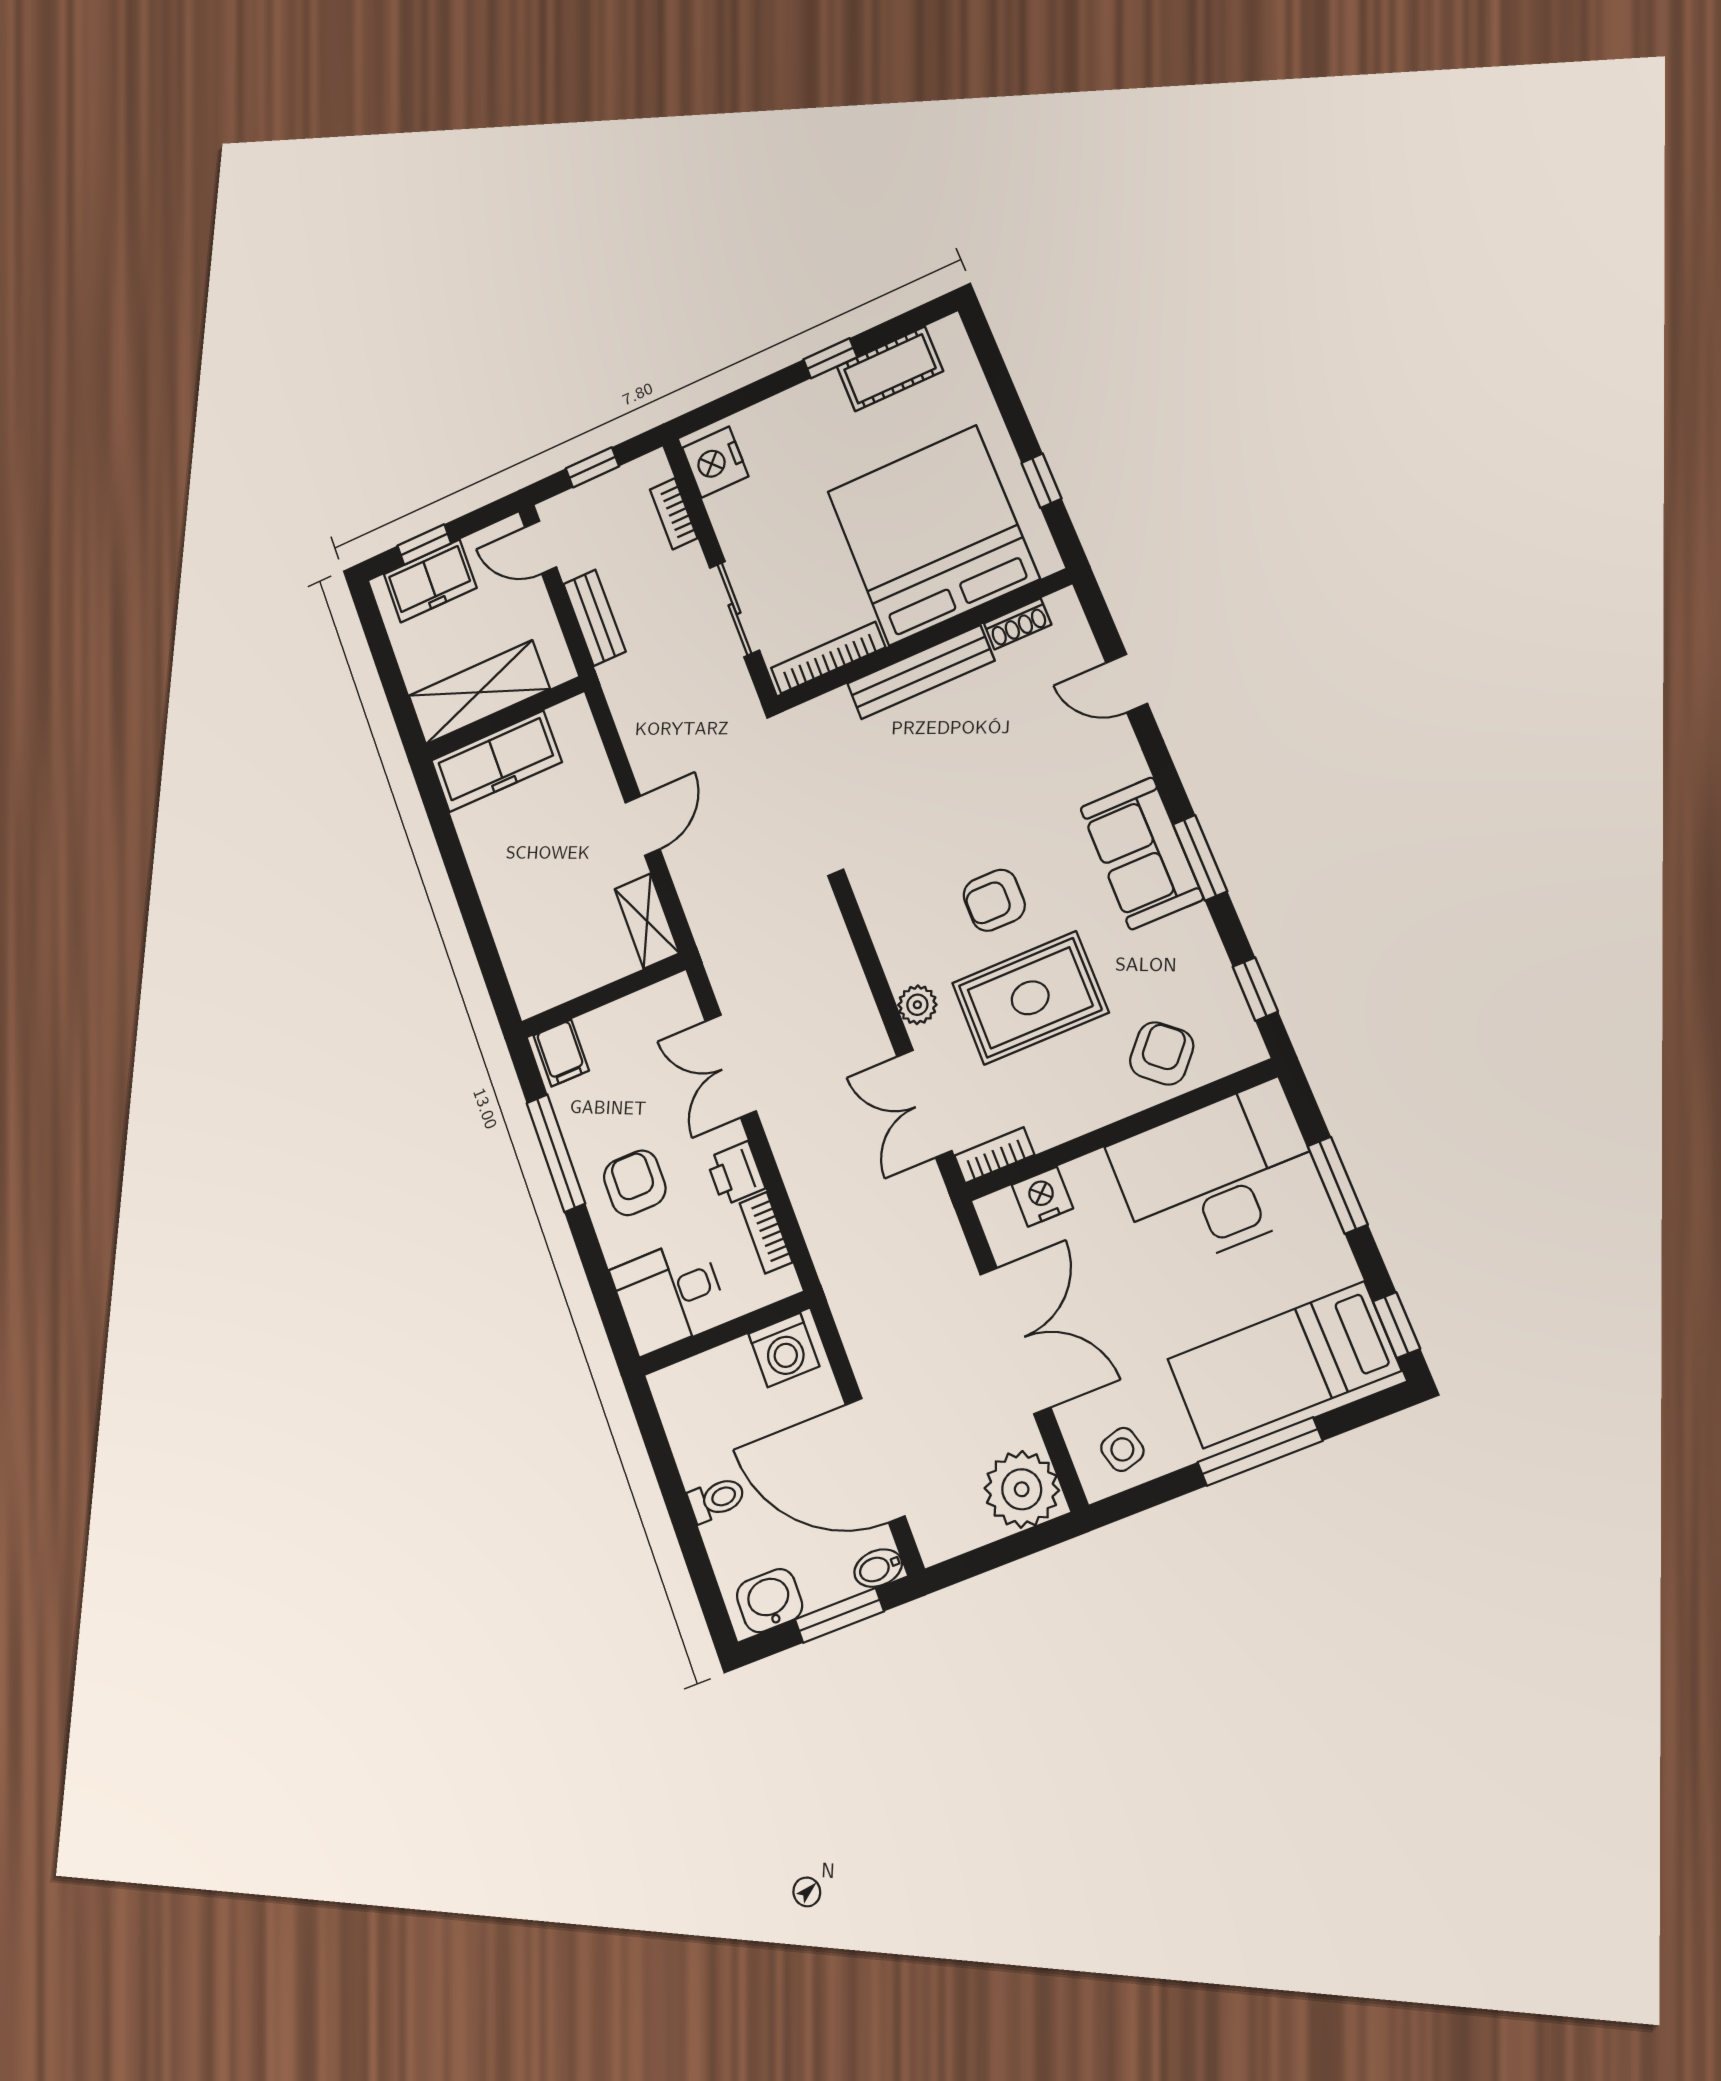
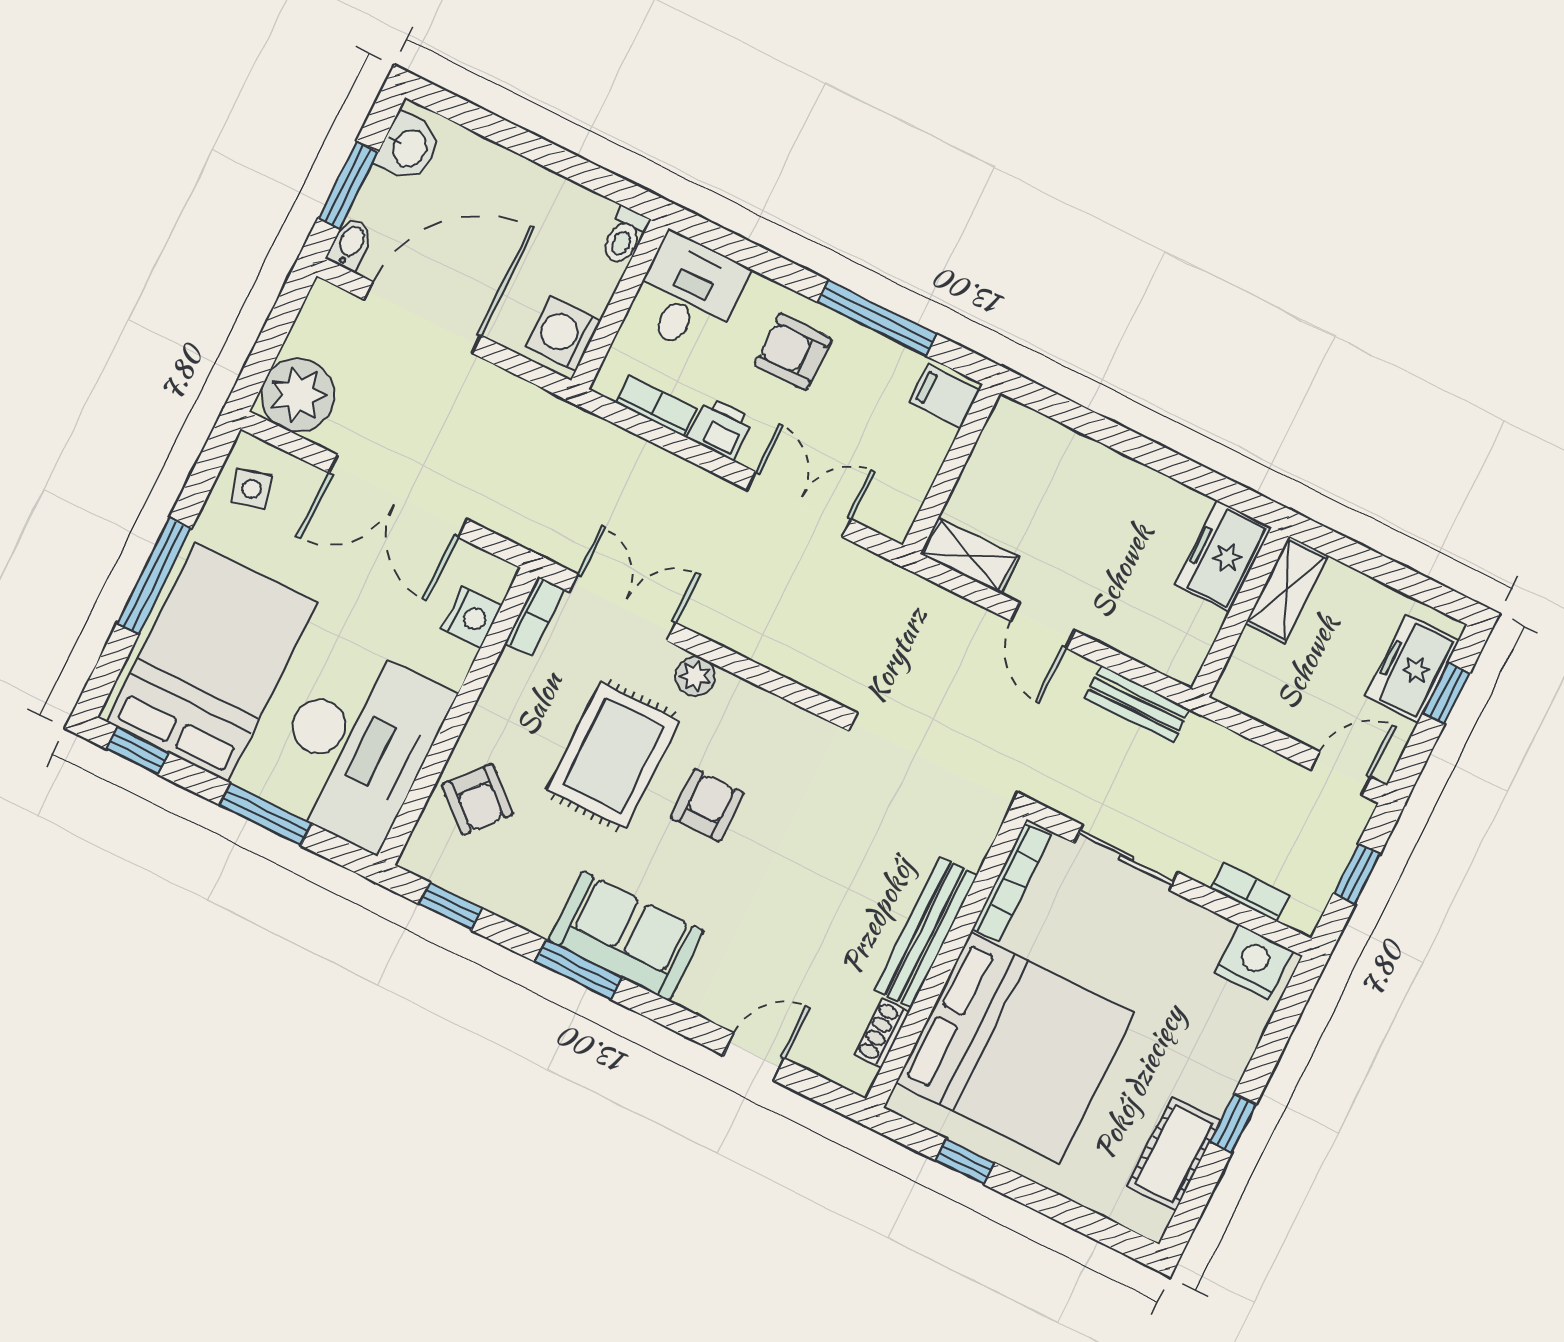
bench: (595, 618) -> (1137, 704), moved
shelving: (479, 692) -> (1287, 589), width x0.67, depth x0.75
freezer: (496, 761) -> (1223, 556), width x0.71
armchair: (635, 1183) -> (793, 352), turned 180
bed: (1284, 1365) -> (211, 662), width x1.50
toilet: (717, 1499) -> (624, 236), moved

